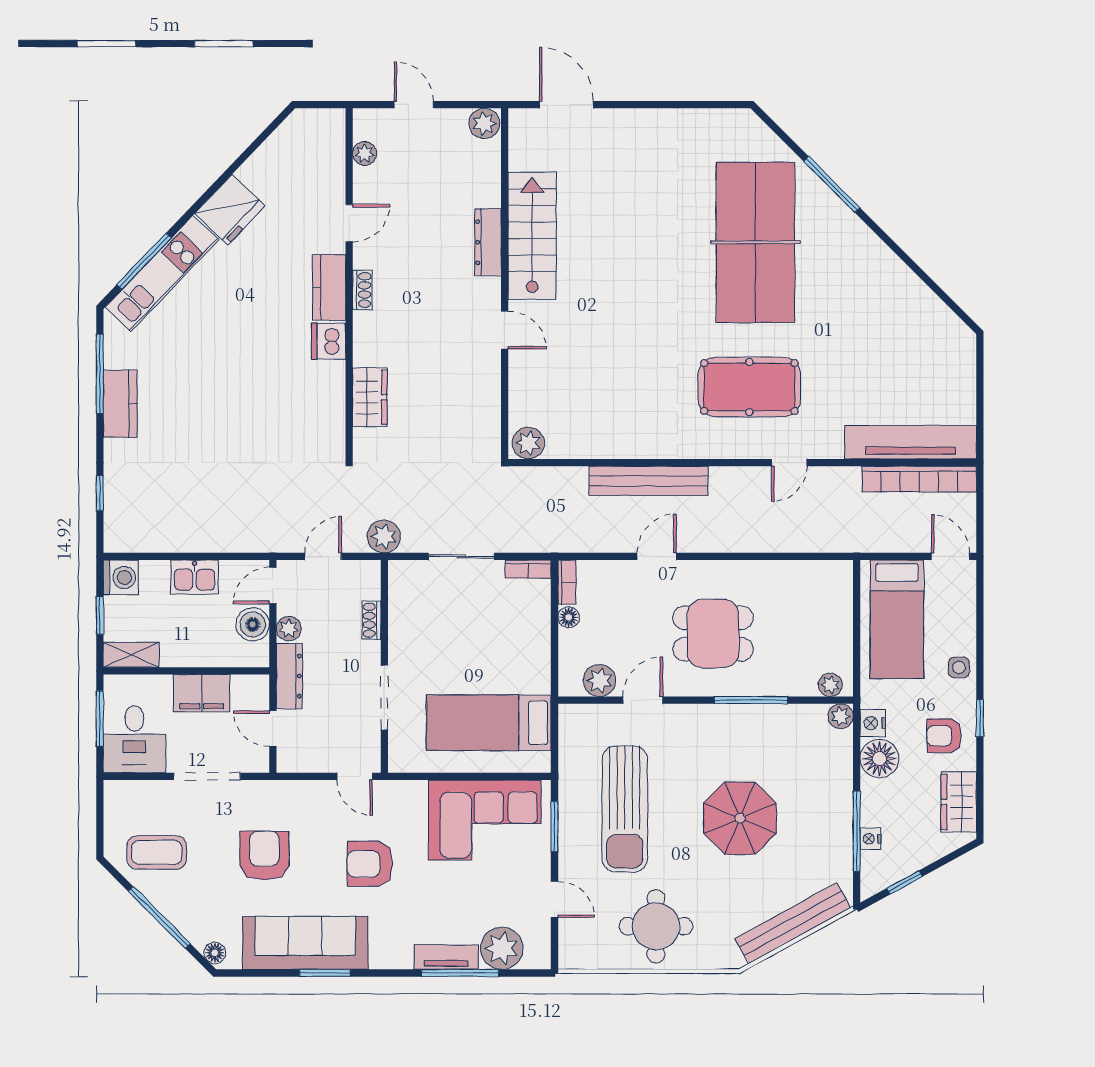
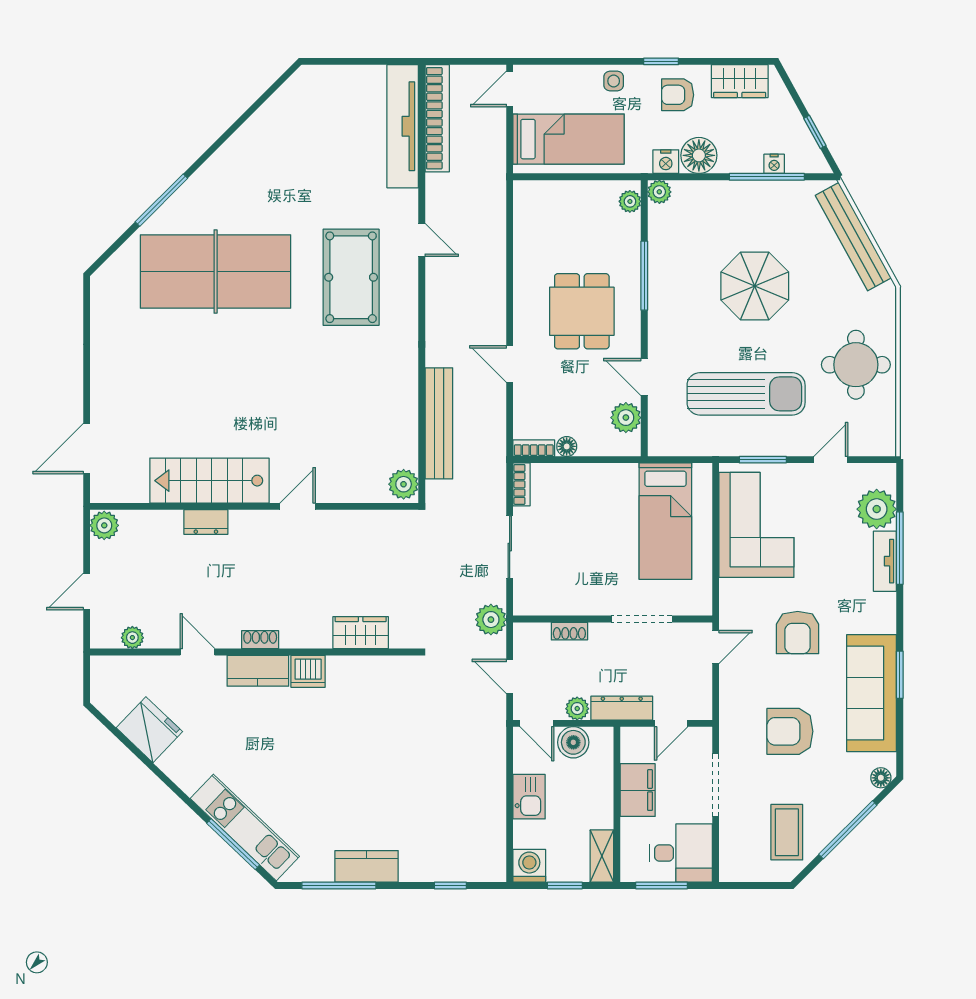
fridge: (230, 210) -> (149, 730), moved
dresser: (488, 242) -> (206, 522), width x0.70
bench: (648, 481) -> (439, 423), moved
armchair: (944, 736) -> (678, 95), turned 90

